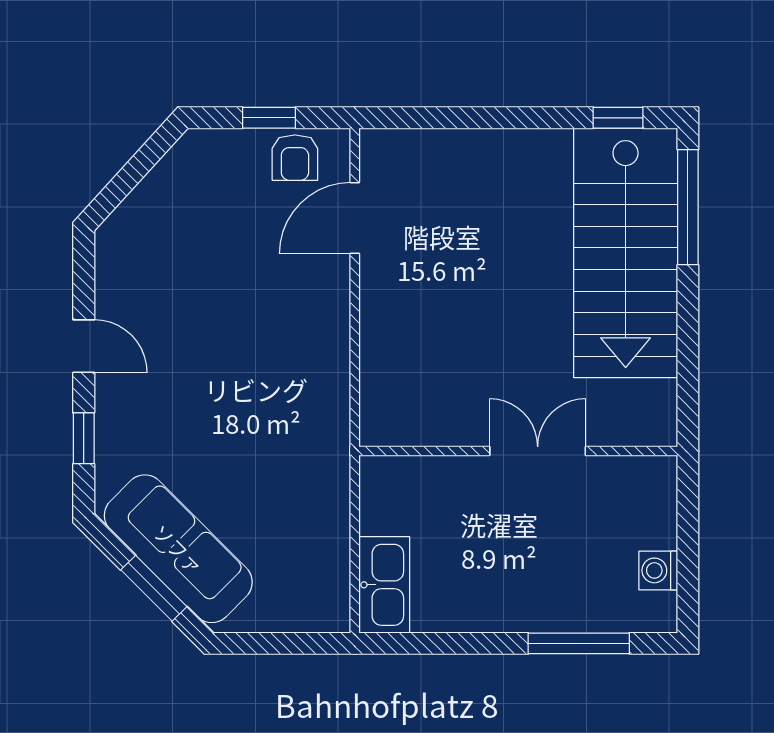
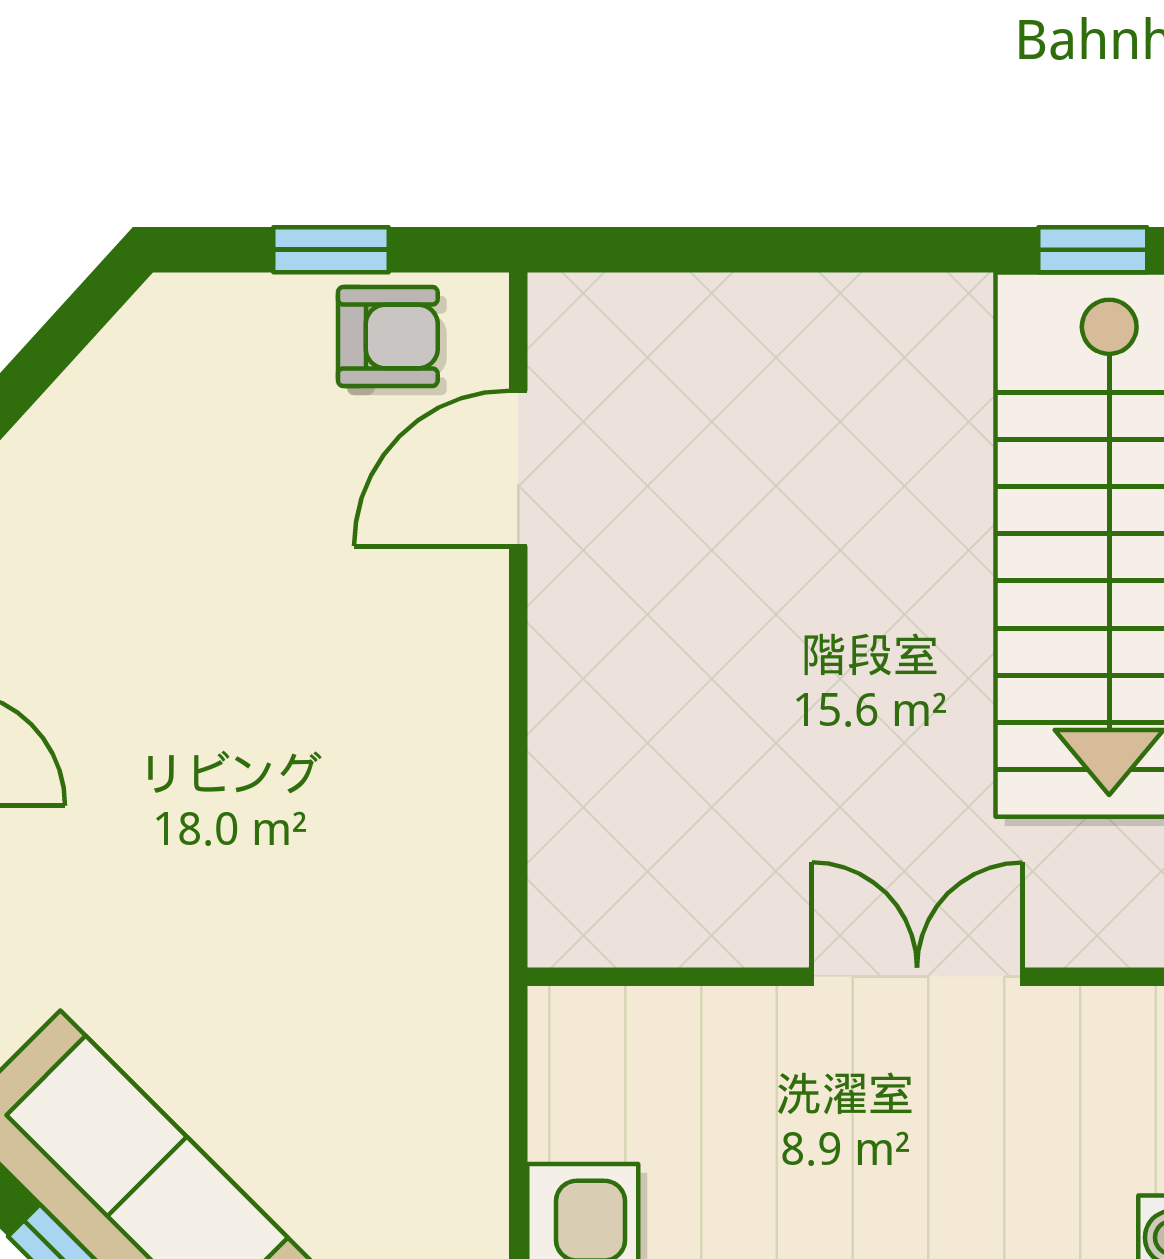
armchair: (295, 158) -> (388, 336), turned -90

